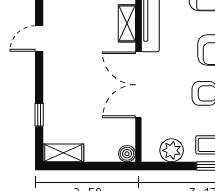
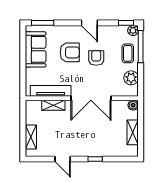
window: (39, 115) -> (95, 159), moved
shelving: (63, 153) -> (133, 132), moved

